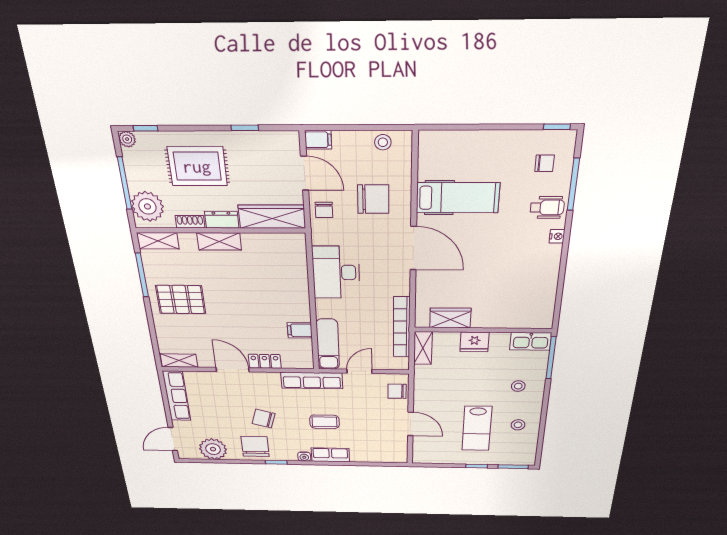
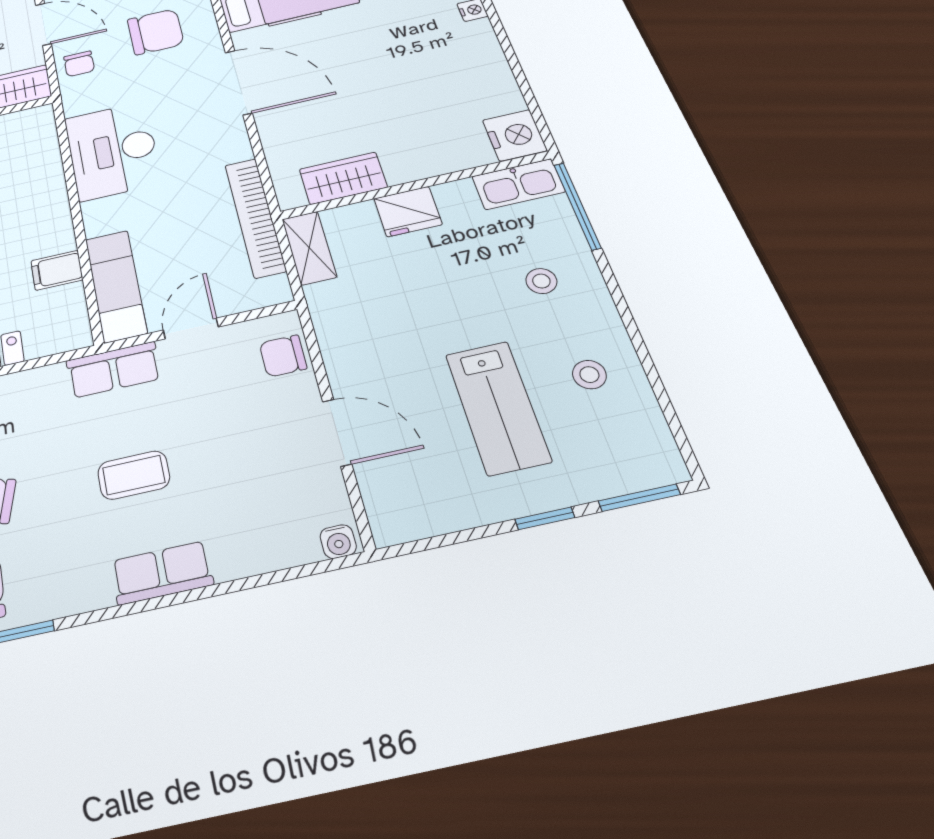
nightstand: (541, 317) -> (515, 135), added
row of seats: (312, 381) -> (114, 370), width x0.68
water cooler: (304, 457) -> (338, 542), moved

